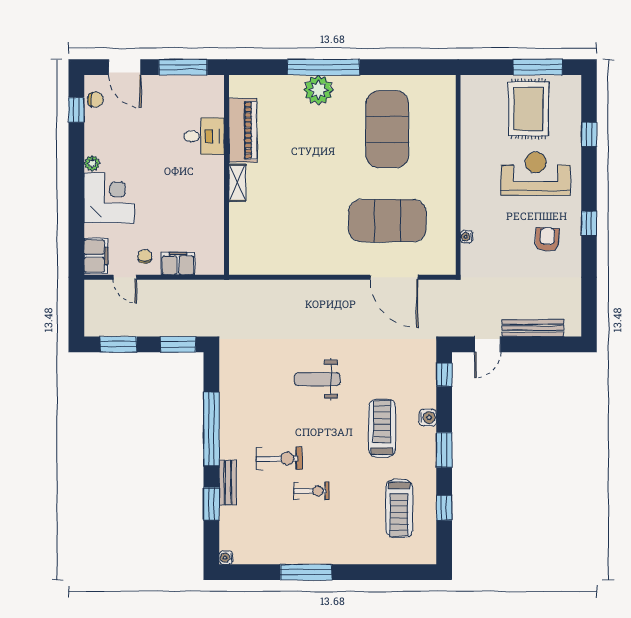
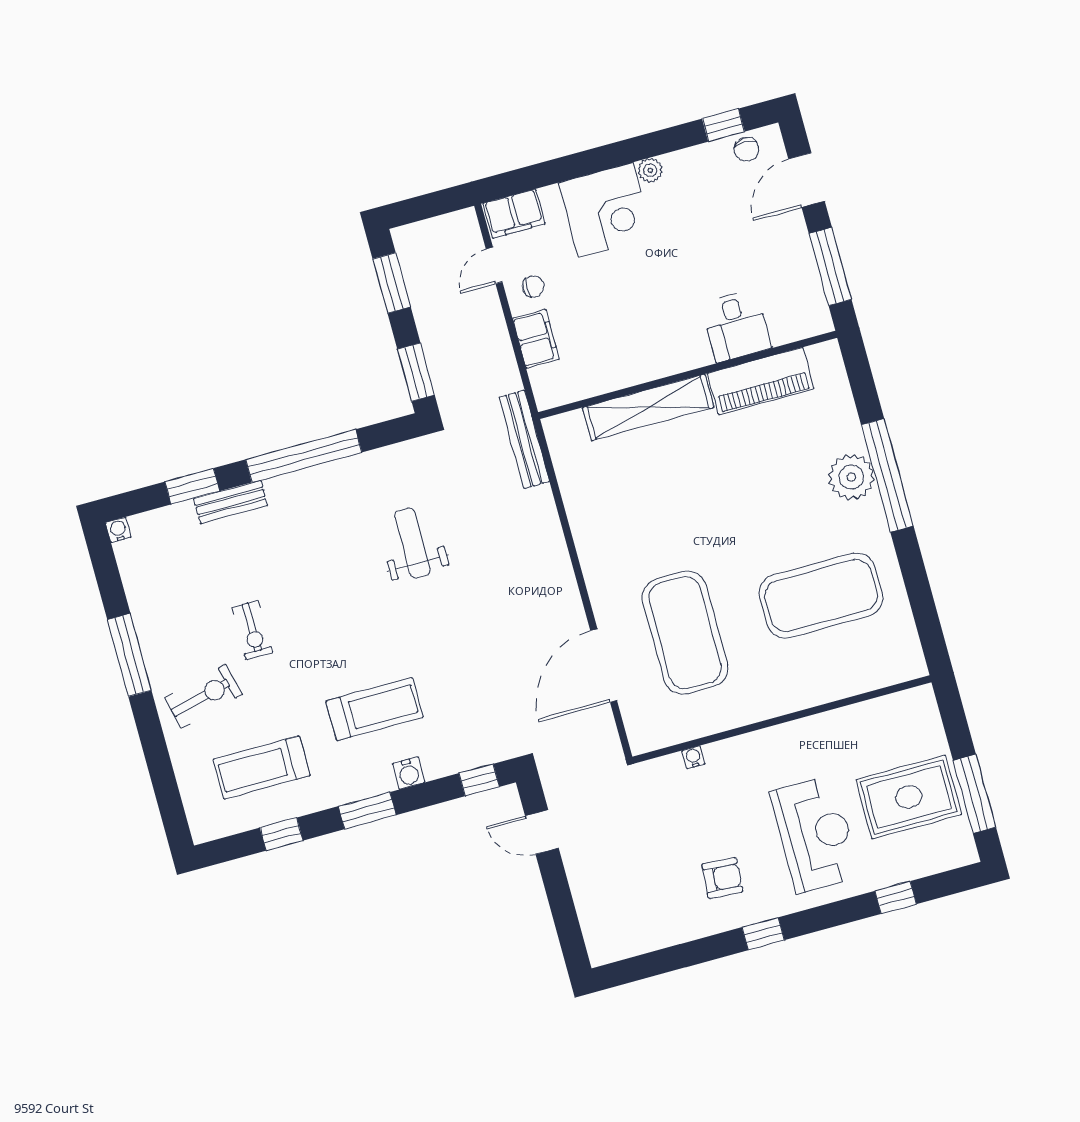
shelving: (237, 183) -> (648, 407), width x2.20, depth x1.33
bench: (533, 328) -> (524, 439), moved
weight bench: (317, 379) -> (412, 543), moved
exercise bike: (279, 459) -> (204, 696), moved, turned -103

